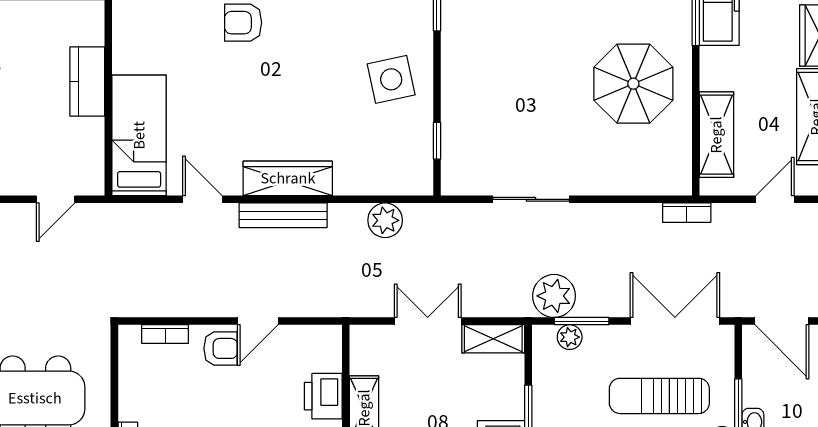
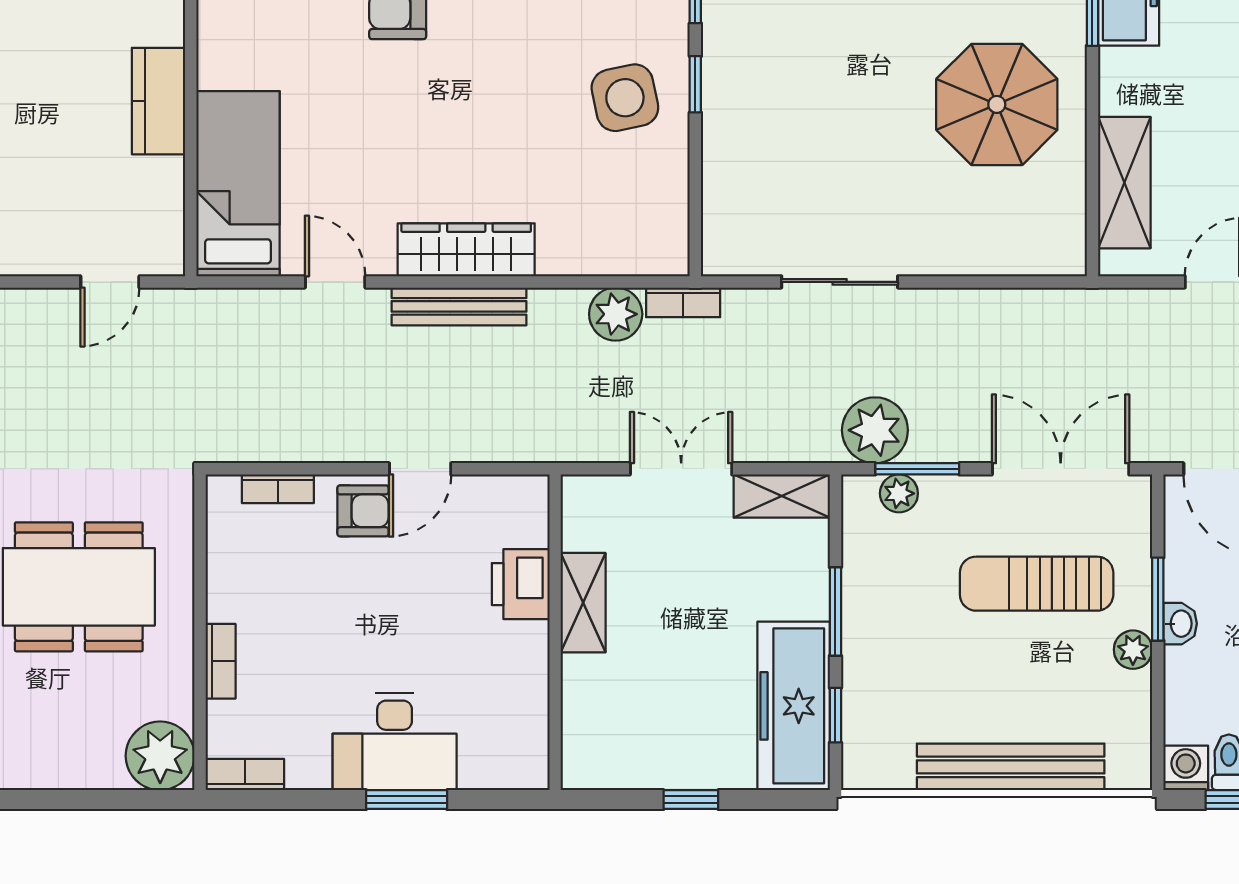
window: (437, 141) -> (695, 84), moved
bookcase: (687, 213) -> (683, 302), moved

